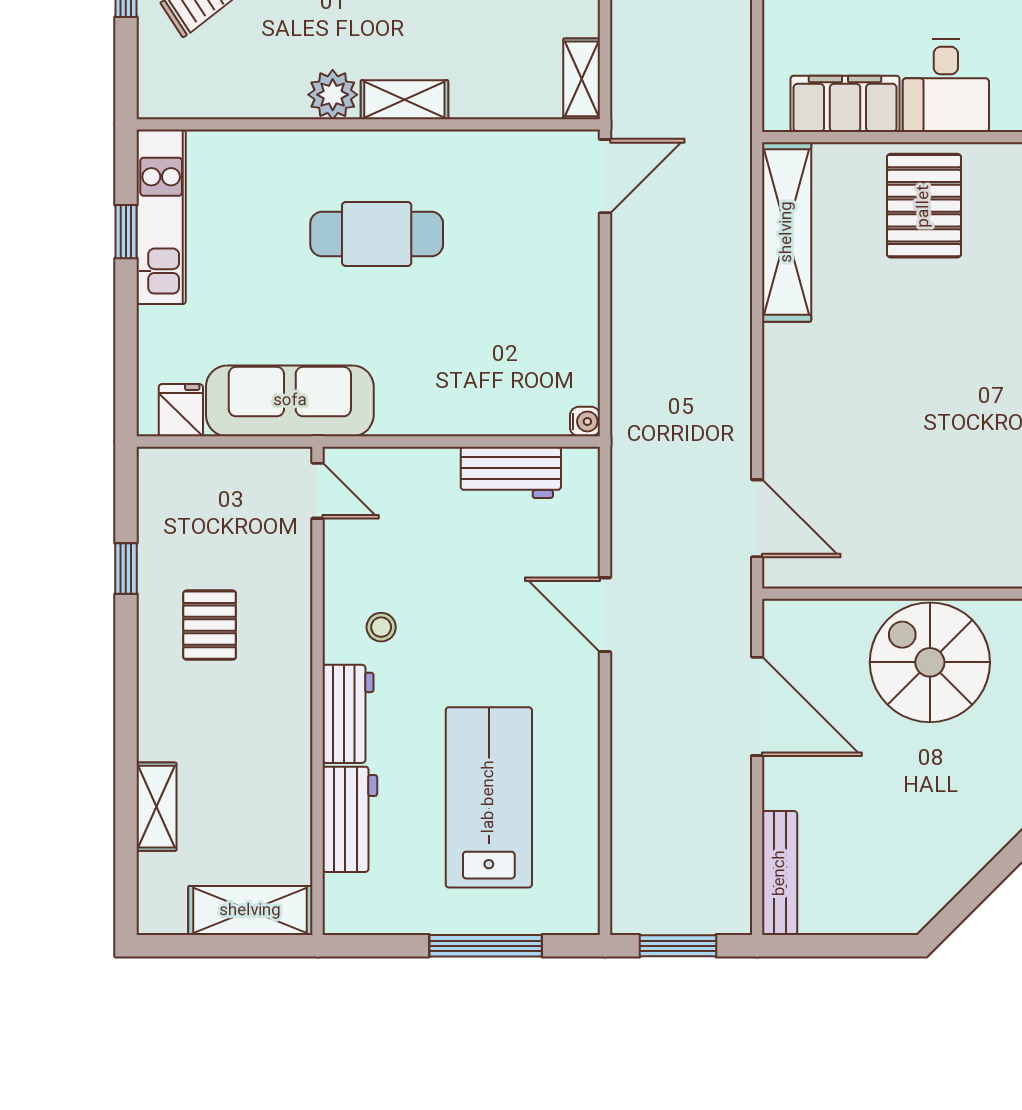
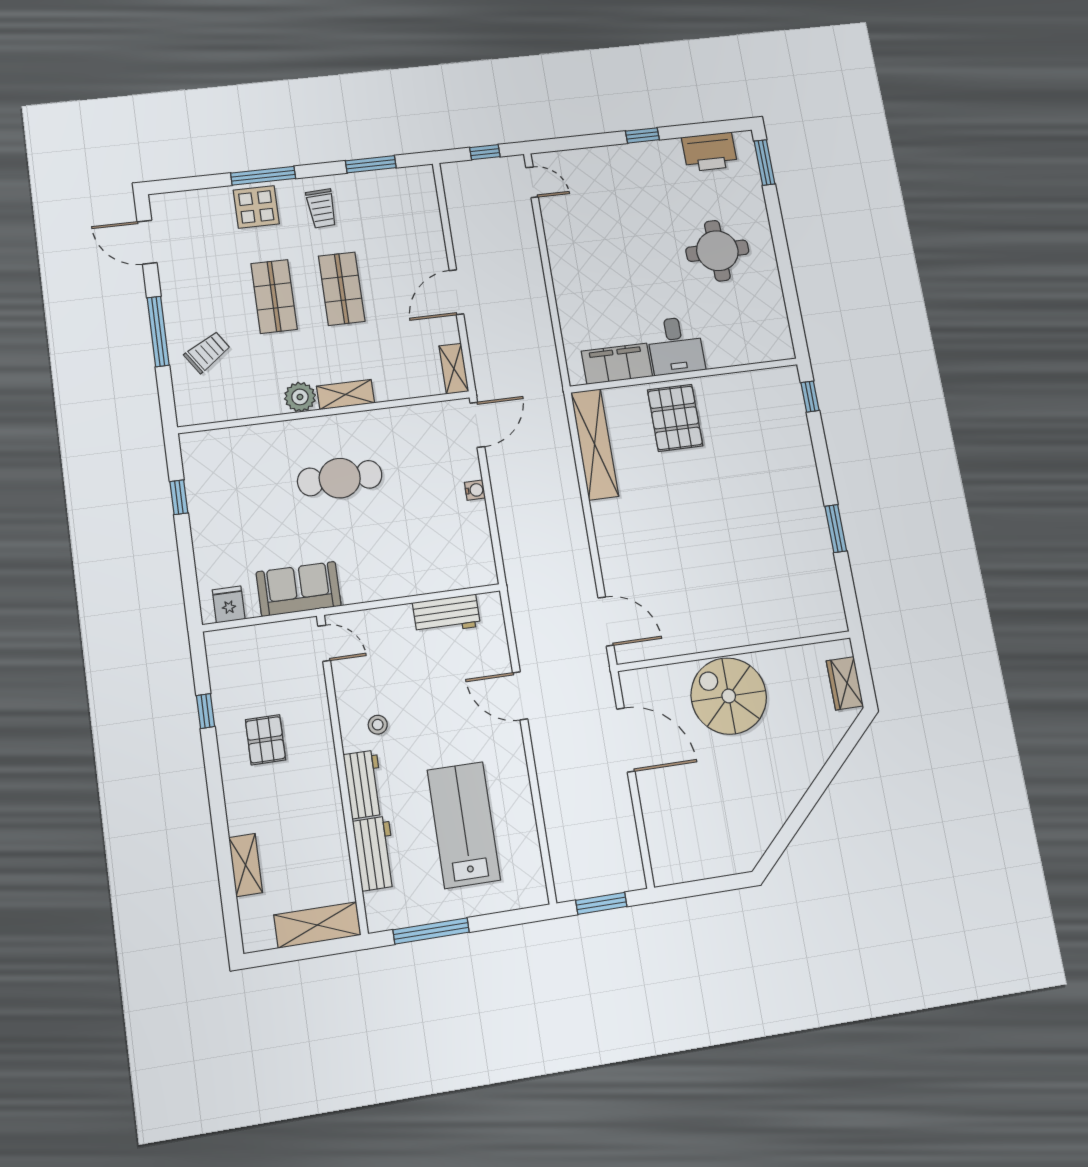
kitchen unit: (161, 217) -> (200, 485), removed
sofa: (290, 401) -> (299, 589), width x0.73
water cooler: (585, 422) -> (475, 490), moved
bench: (780, 873) -> (658, 845), removed
window: (486, 946) -> (431, 931), moved

